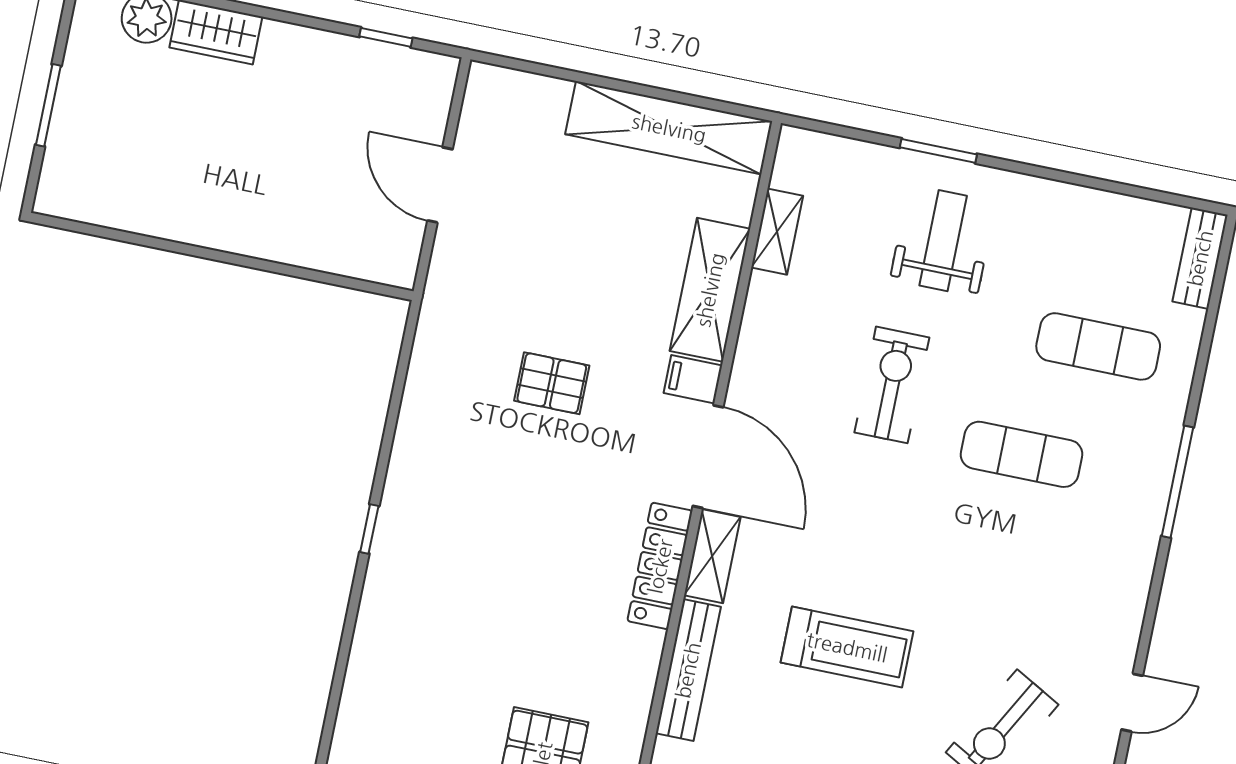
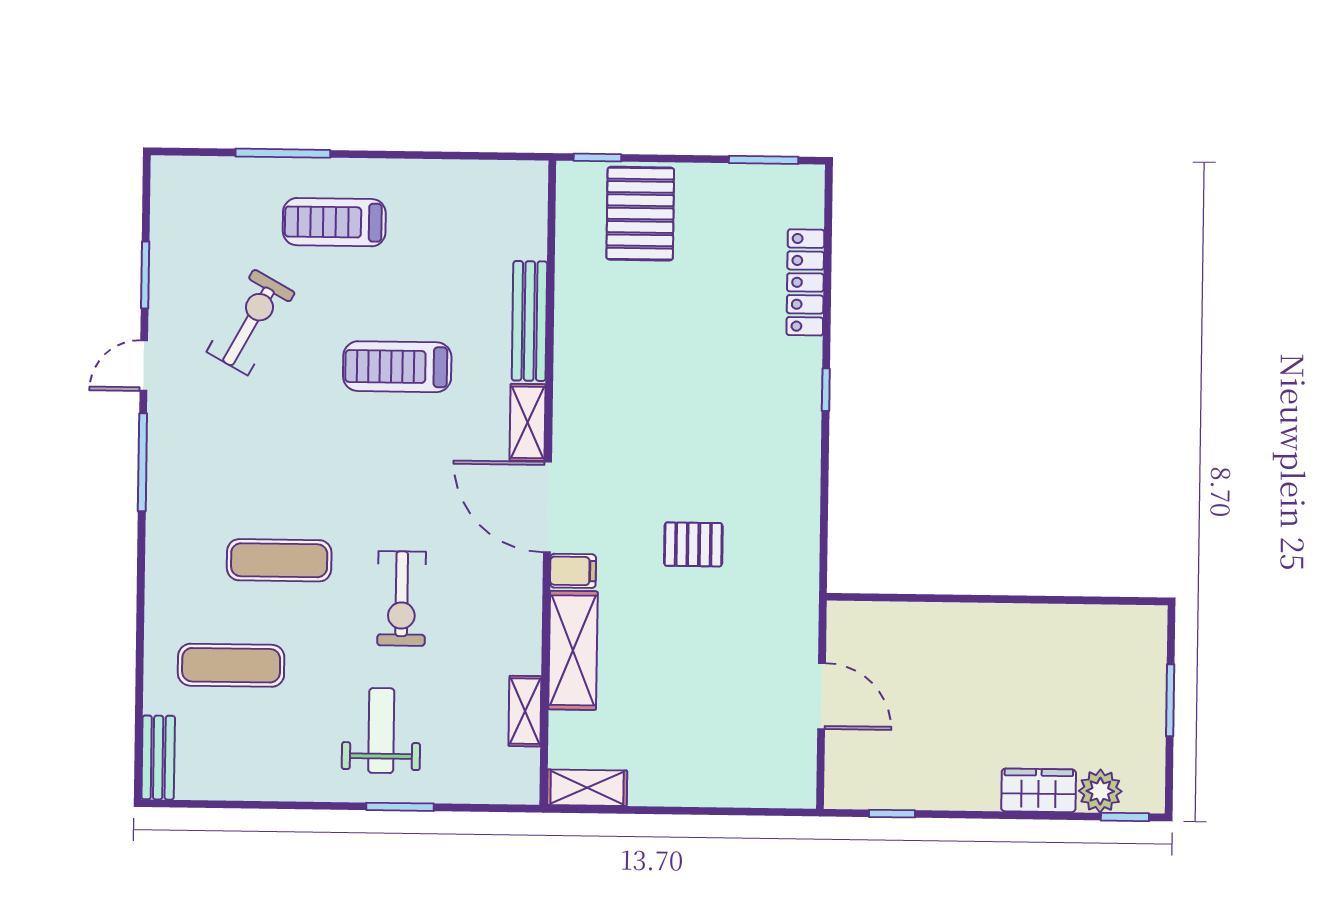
shelving: (669, 128) -> (587, 788), width x0.45, depth x0.75
weight bench: (943, 241) -> (381, 731), turned 180
window: (1177, 482) -> (142, 462), moved
locker: (660, 566) -> (805, 282), moved, turned 180

